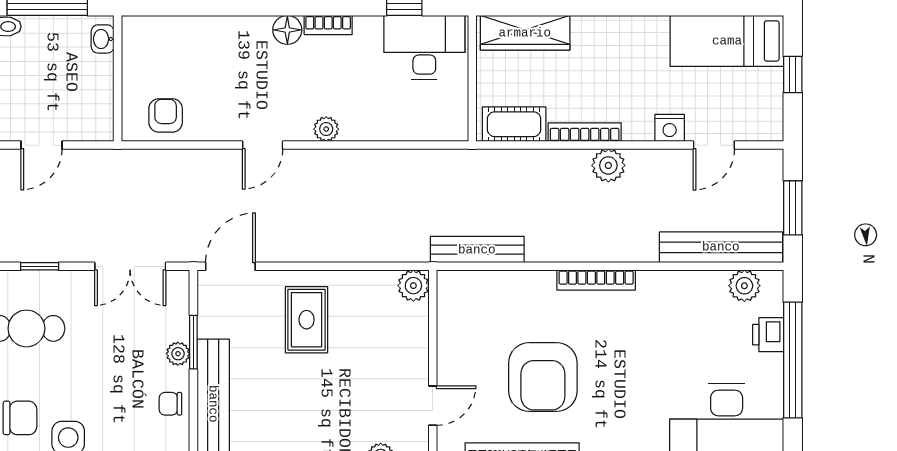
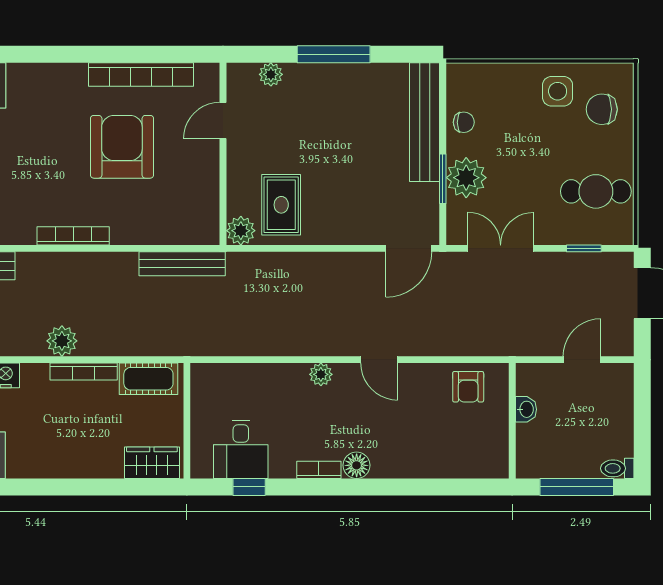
wardrobe: (525, 33) -> (152, 463), width x0.67
washbasin: (103, 39) -> (526, 409), moved
desk: (424, 47) -> (241, 449), width x0.73
door: (263, 145) -> (379, 360), swing flipped
rug: (307, 320) -> (281, 205), moved
plant: (178, 354) -> (466, 178), width x1.88, depth x1.88

